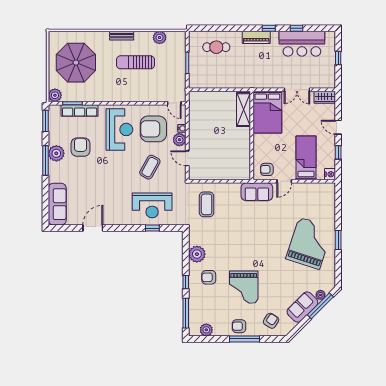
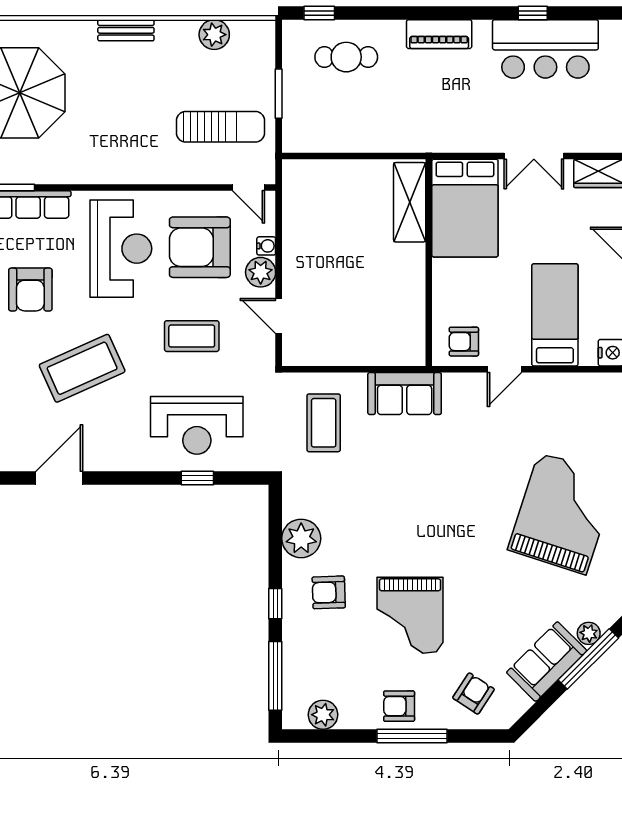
window: (269, 28) -> (319, 13), moved
sun lounger: (136, 62) -> (220, 127), moved, turned 180
armchair: (81, 147) -> (30, 290), turned 180
coffee table: (150, 167) -> (192, 336), turned 61
coffee table: (103, 181) -> (82, 368), added
sofa: (257, 192) -> (405, 394), moved

